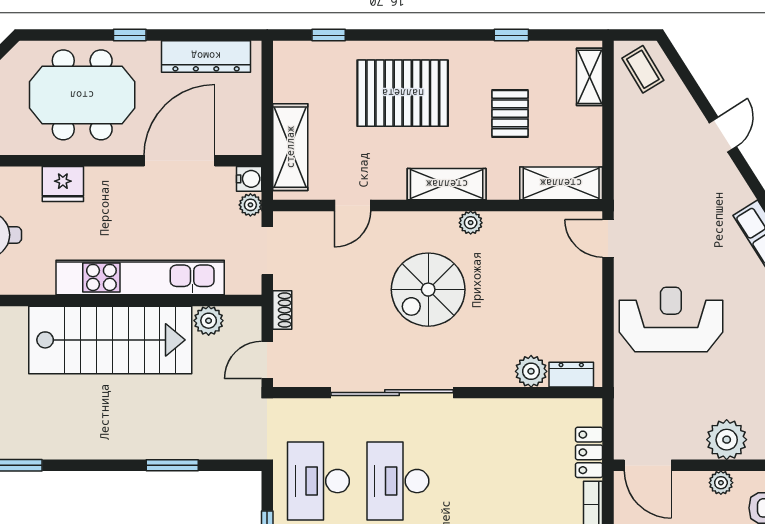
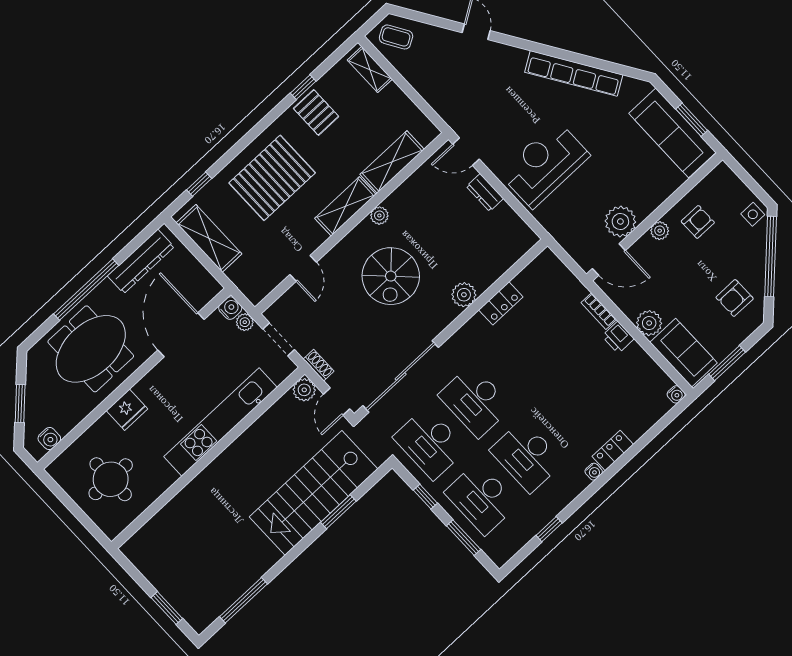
window: (130, 35) -> (86, 290), width x3.17
pallet: (510, 113) -> (316, 112), moved
shelving: (290, 147) -> (209, 238), moved
shelving: (561, 183) -> (392, 162), moved
plant: (209, 321) -> (304, 390), moved
stairs: (110, 340) -> (314, 493), moved, turned 180
plant: (531, 371) -> (464, 295), moved
dresser: (571, 375) -> (485, 192), moved, turned -90
sliding door: (392, 393) -> (401, 376), moved
plant: (727, 440) -> (620, 221), moved
locker: (589, 452) -> (501, 303), moved, turned -90

